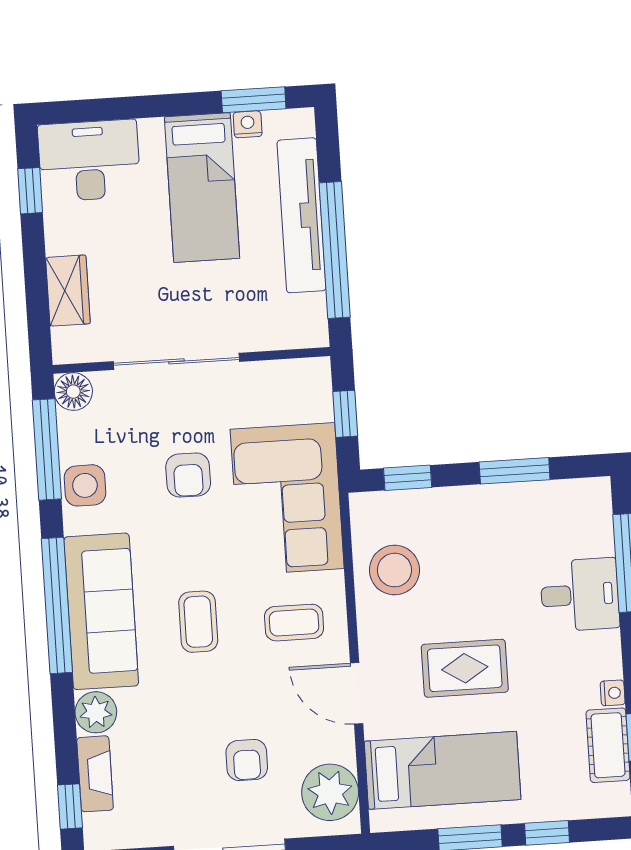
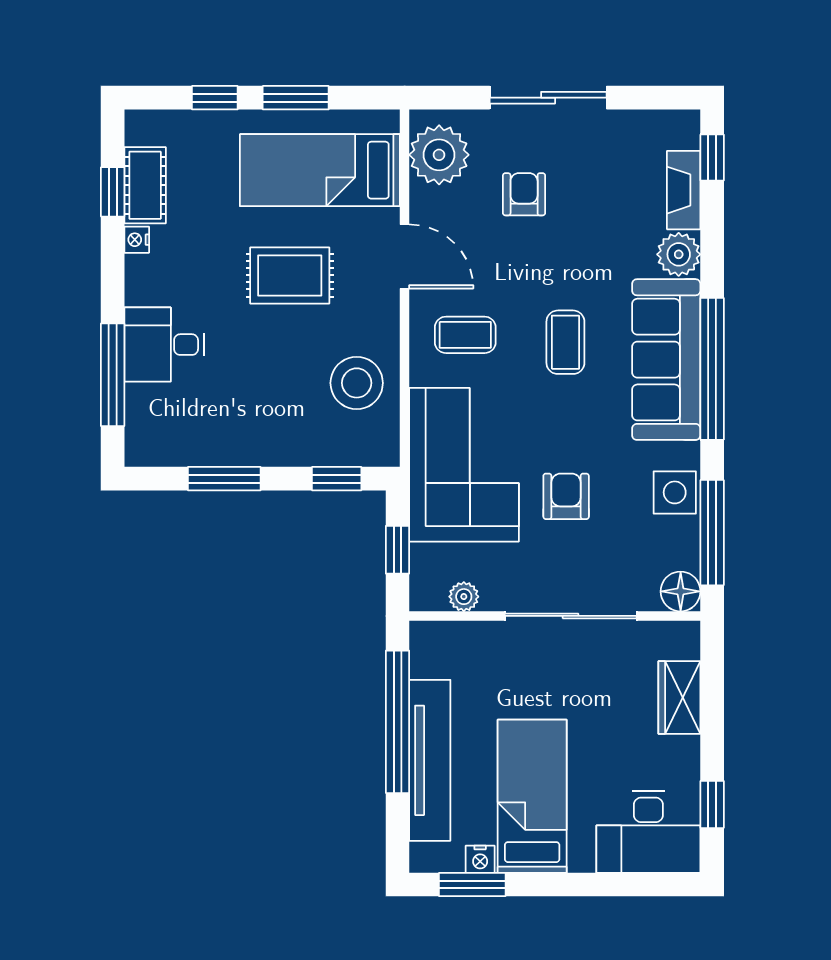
plant: (279, 373) -> (464, 597), added

